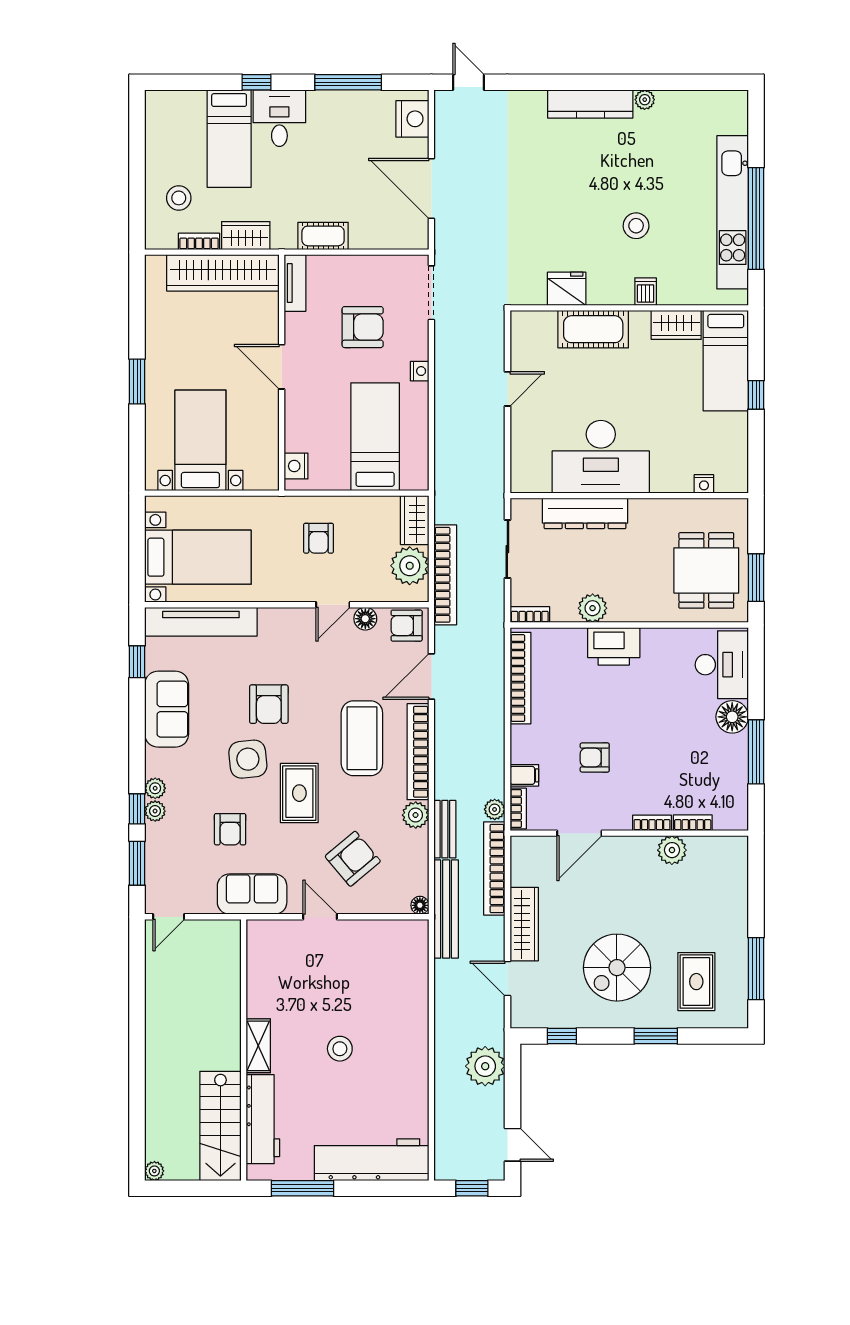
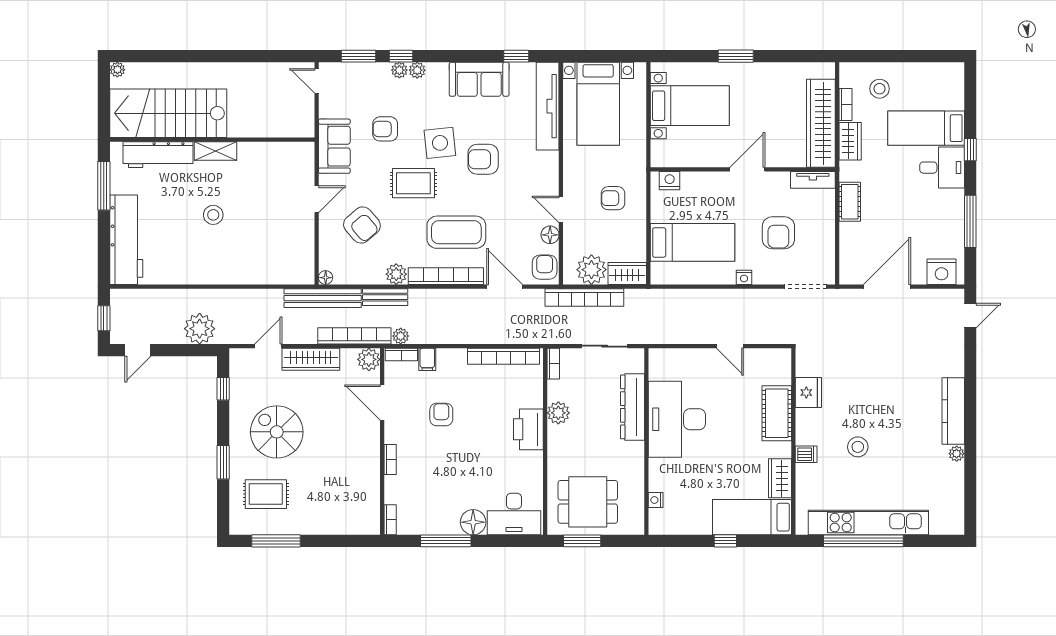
bookcase: (693, 823) -> (390, 520), moved
plant: (672, 850) -> (369, 359), moved
stairs: (220, 1126) -> (168, 113), width x1.36, depth x1.51

